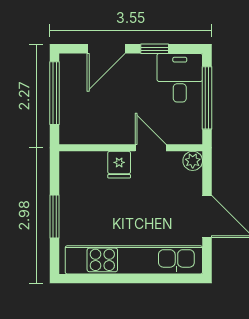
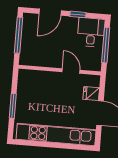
plant: (193, 161) -> (95, 81), removed
fridge: (119, 165) -> (91, 93), moved, turned 90

